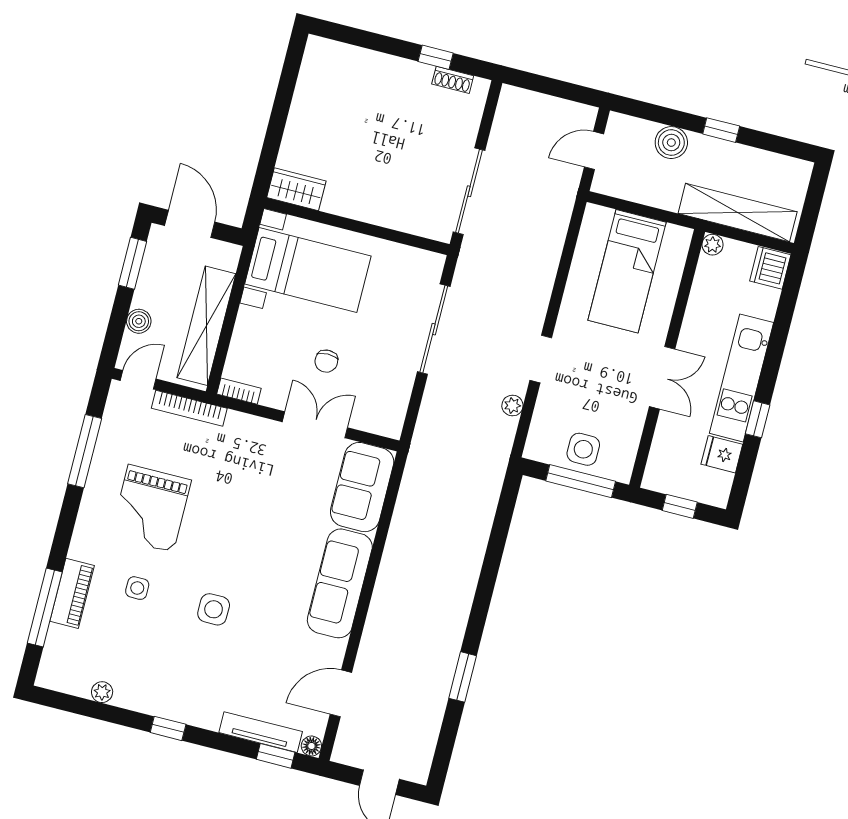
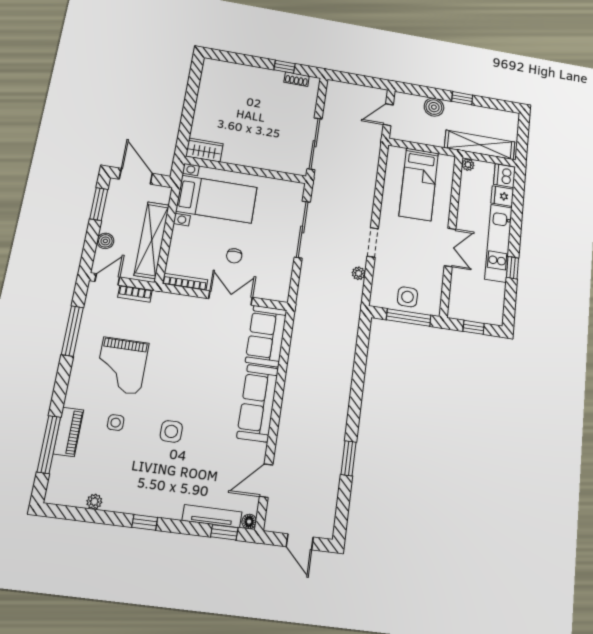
bookcase: (239, 391) -> (185, 282), width x1.56
bookcase: (189, 408) -> (135, 294), width x0.64
fridge: (722, 454) -> (502, 196), moved

